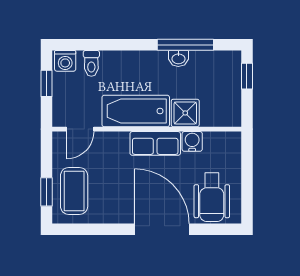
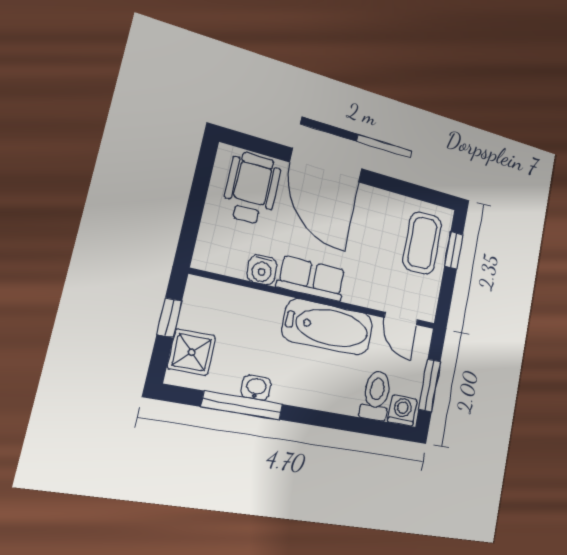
toilet: (91, 63) -> (376, 395), width x1.37, depth x1.39
window: (247, 76) -> (169, 318), moved
window: (47, 83) -> (430, 385), width x1.50
shower: (185, 113) -> (192, 352), moved
door: (80, 129) -> (401, 319), swing flipped

